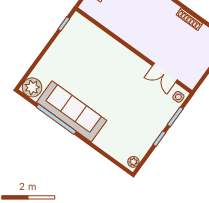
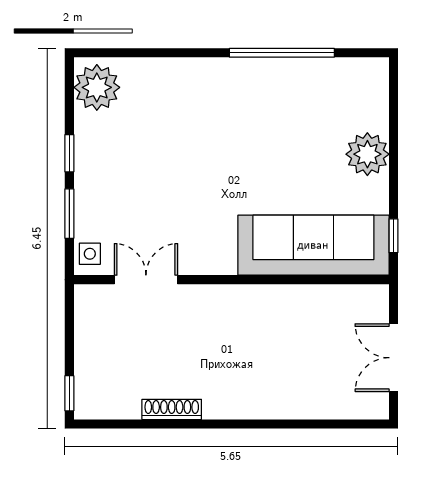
plant: (32, 87) -> (367, 154), moved
sofa: (72, 111) -> (313, 245), moved, turned 180
plant: (133, 162) -> (97, 87), width x1.88, depth x1.88

